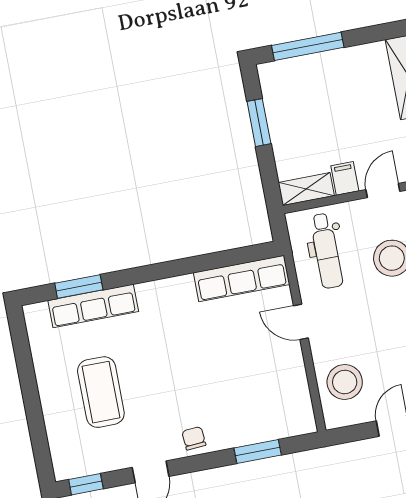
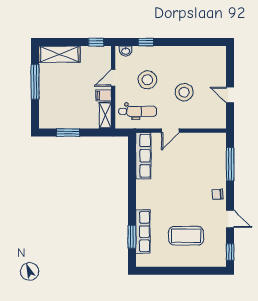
window: (308, 46) -> (35, 82), moved
door: (383, 190) -> (113, 78), hinge flipped
stool: (345, 382) -> (184, 92), moved
window: (258, 451) -> (230, 164), width x1.44

